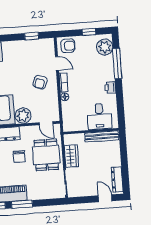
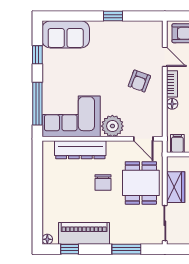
window: (32, 36) -> (113, 16), moved
filing cabinet: (70, 125) -> (177, 144), added
window: (22, 204) -> (126, 249), moved

